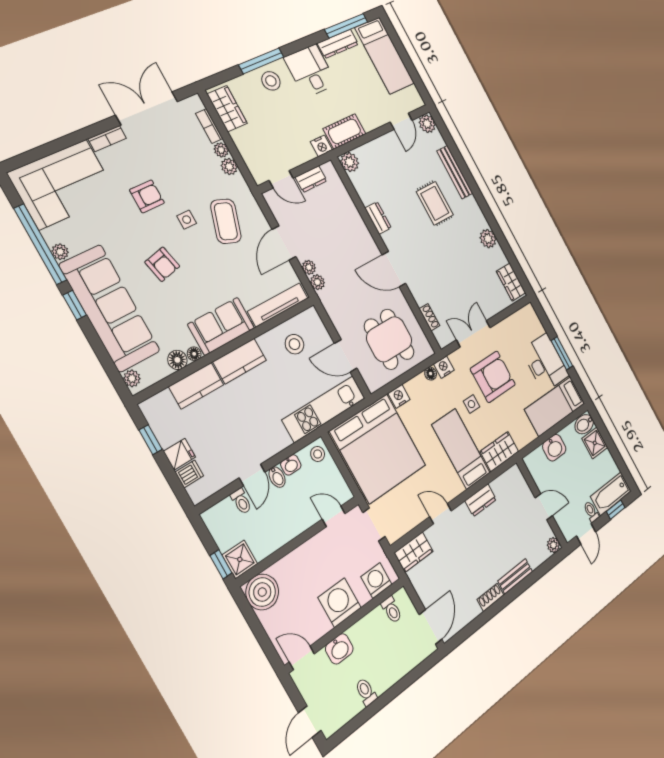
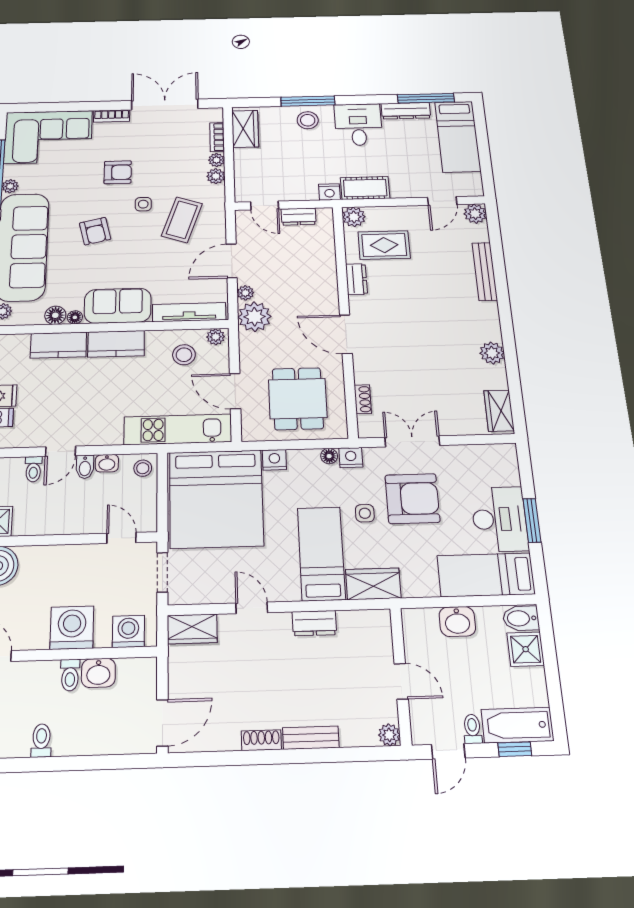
rug: (435, 203) -> (384, 245), moved, turned 90
plant: (317, 282) -> (254, 317), width x1.88, depth x1.88
plant: (308, 317) -> (216, 337), added
toilet: (392, 610) -> (70, 675), moved
washbasin: (339, 649) -> (98, 673), moved

